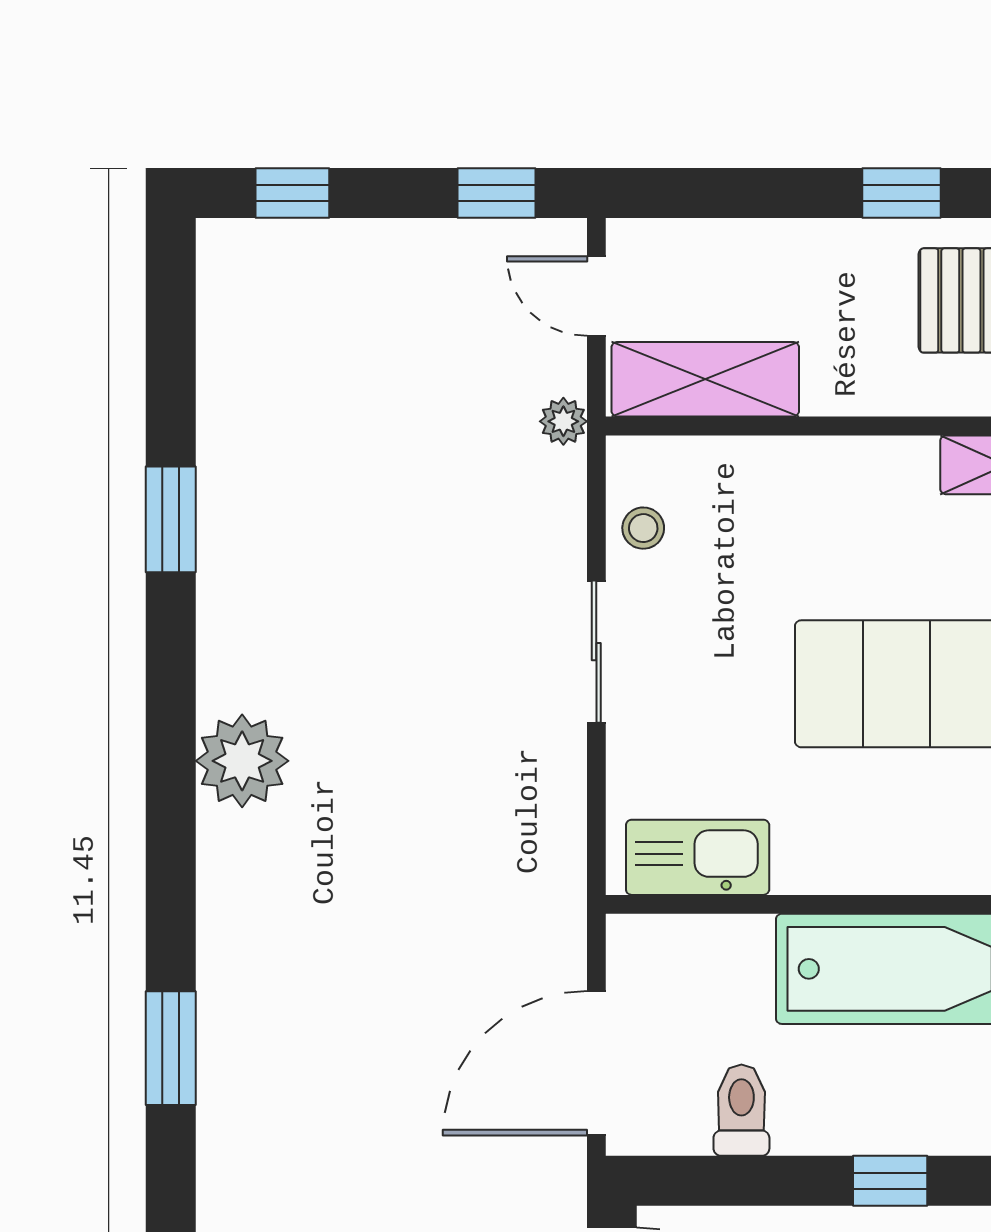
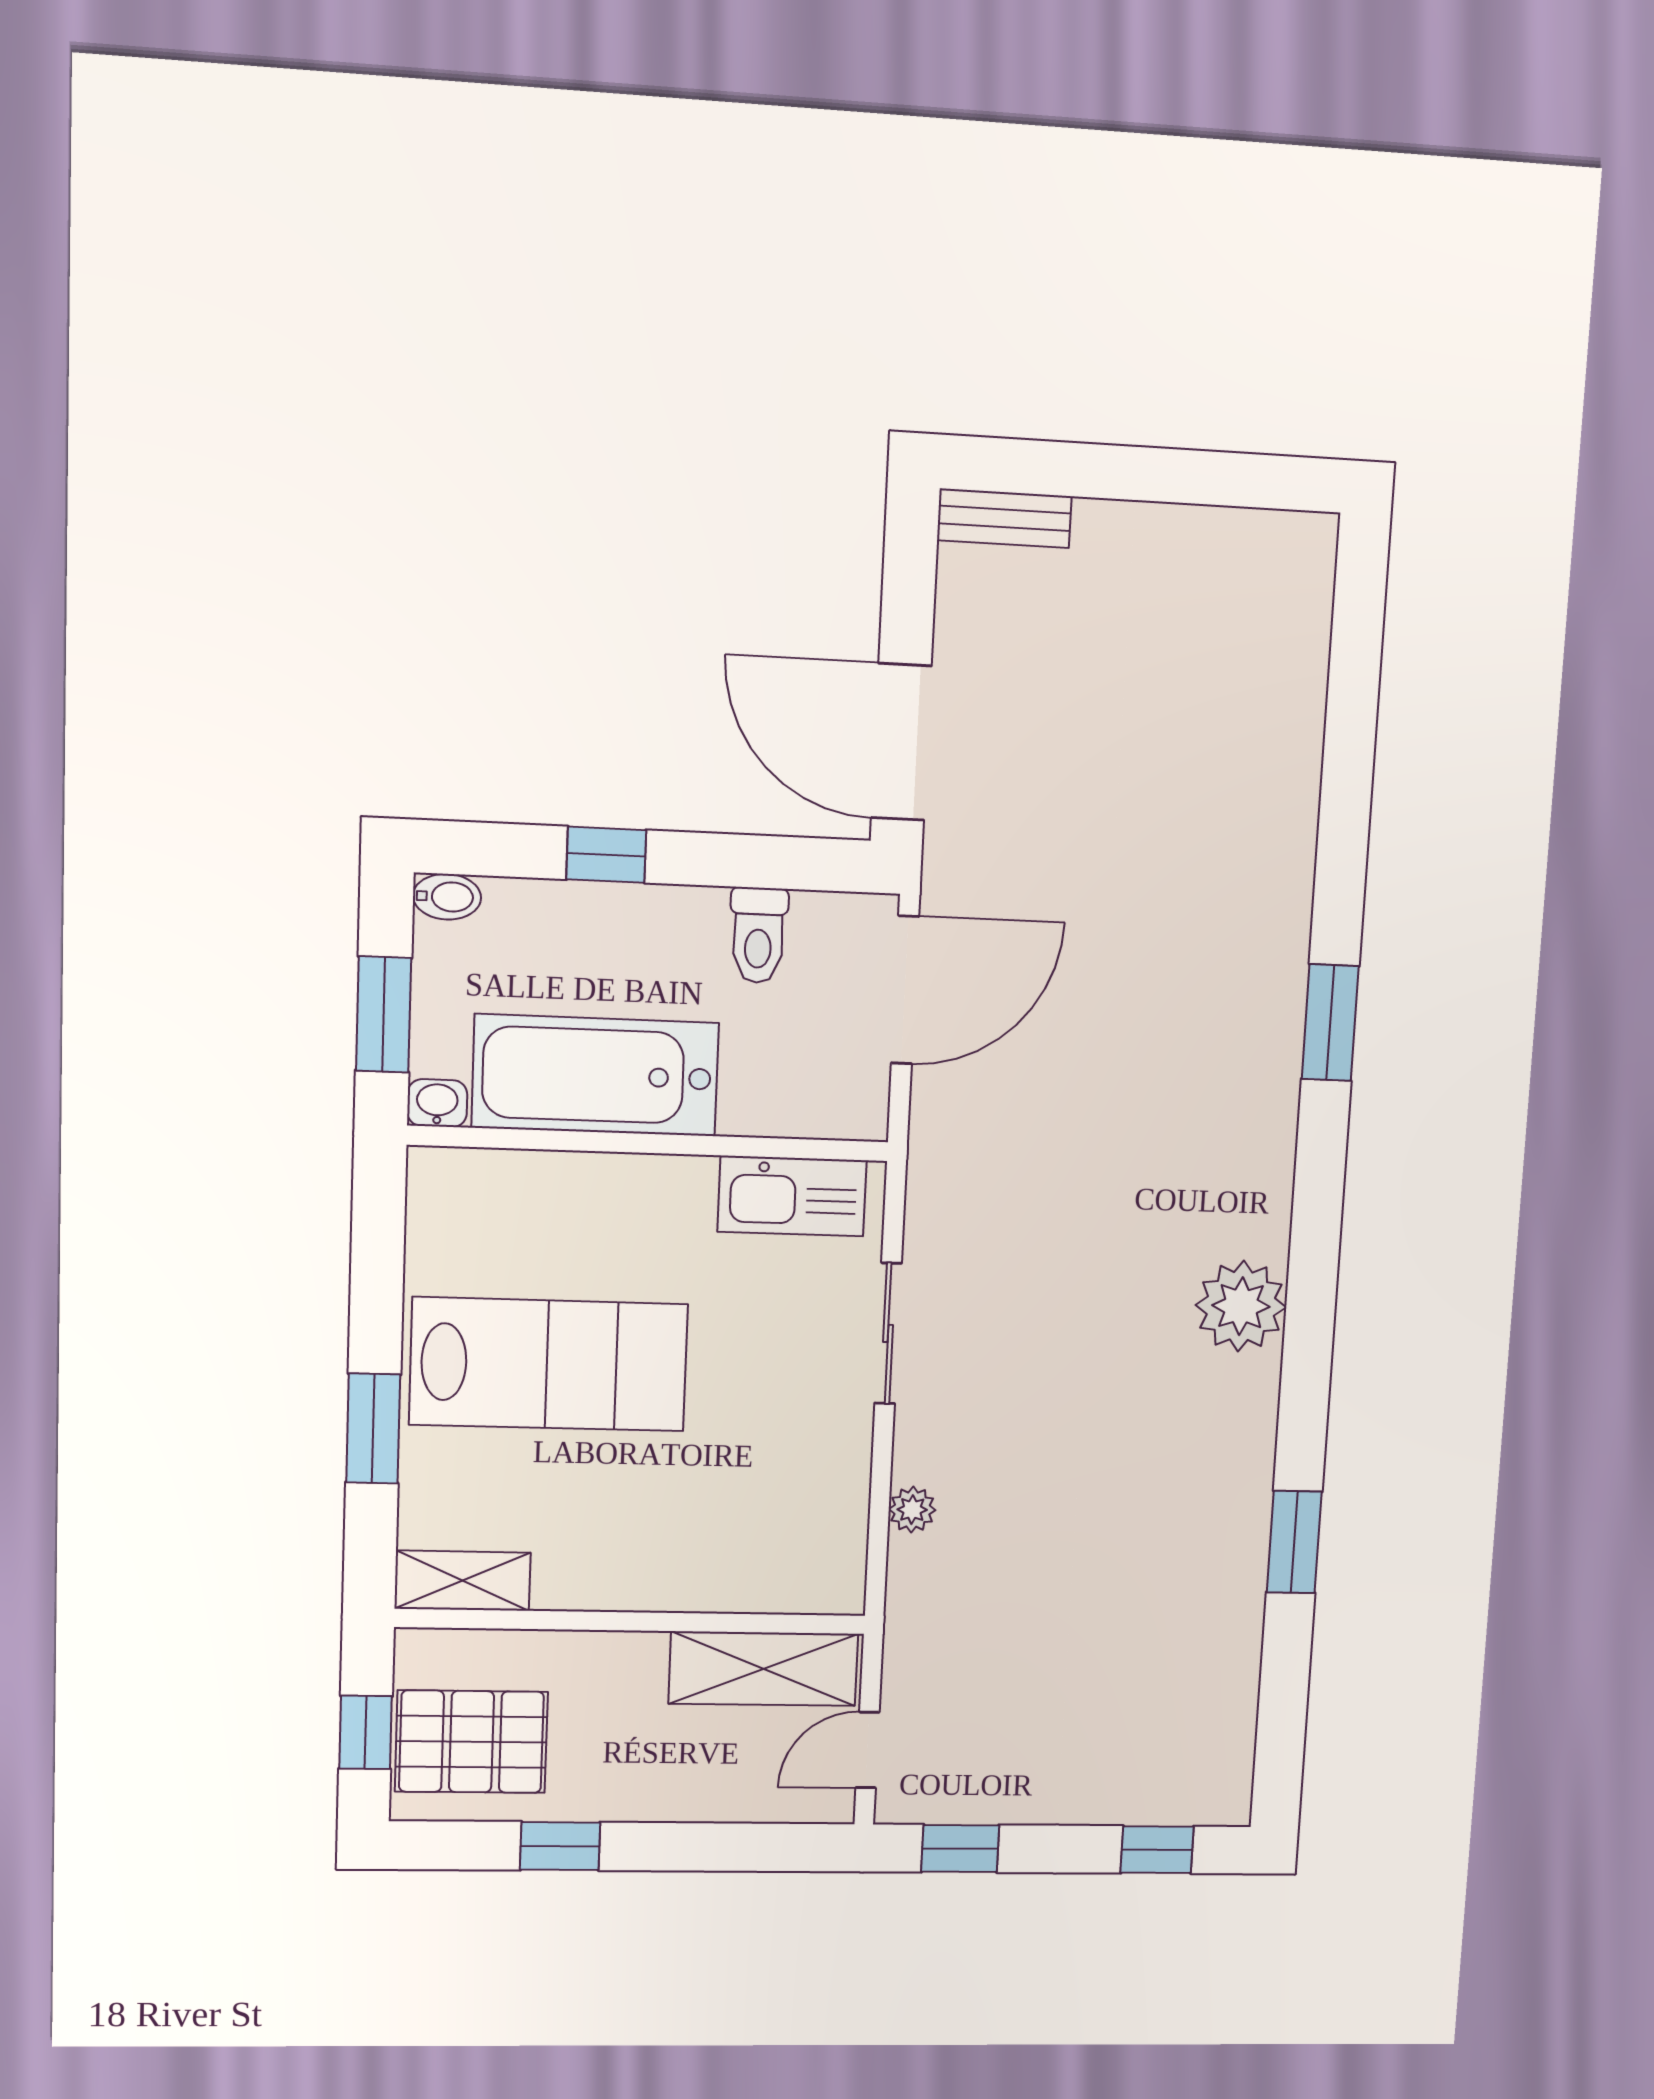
door: (596, 296) -> (868, 1750), swing flipped
plant: (563, 421) -> (912, 1510), moved
stool: (643, 528) -> (832, 1525), removed
sliding door: (596, 652) -> (888, 1333), moved

